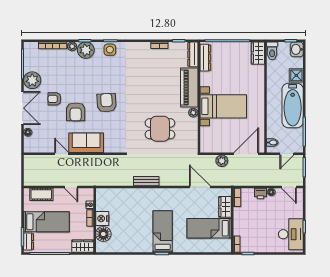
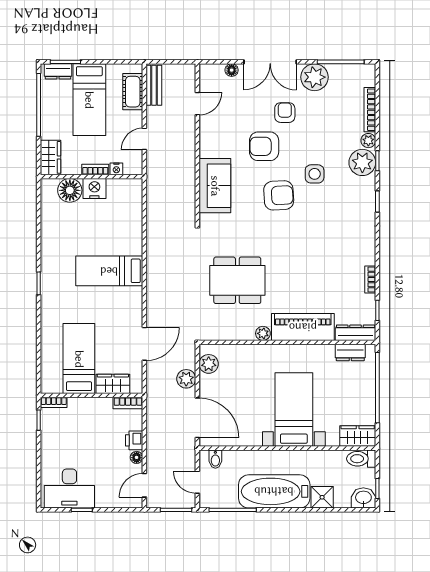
side table: (110, 50) -> (315, 174), moved
dresser: (205, 58) -> (350, 353), width x0.70
bed with nightstands: (223, 106) -> (294, 410), moved, turned 180
dining table: (160, 129) -> (237, 280), width x1.38
sofa: (86, 143) -> (215, 186), moved
plant: (212, 147) -> (209, 364), added
door: (62, 154) -> (197, 104), moved
bench: (146, 181) -> (154, 85), moved
bed: (163, 232) -> (109, 271), moved, turned 180

